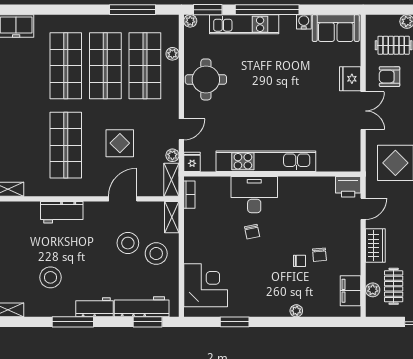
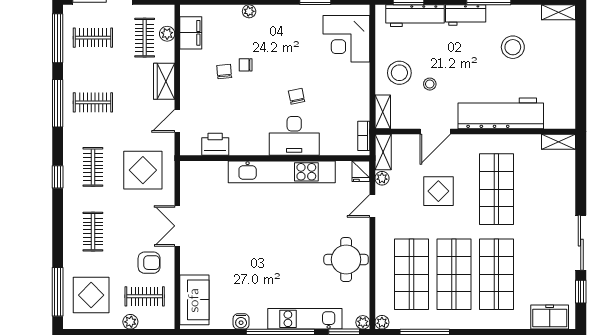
sofa: (336, 28) -> (194, 300), moved, turned 90
plant: (172, 54) -> (382, 322), moved
fridge: (350, 79) -> (191, 260), removed
printer: (348, 187) -> (215, 144), moved
workbench: (62, 212) -> (501, 113), width x1.88, depth x1.32
stool: (128, 243) -> (430, 84), width x0.53, depth x0.53

